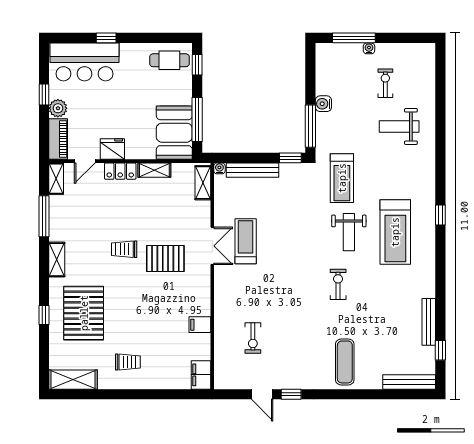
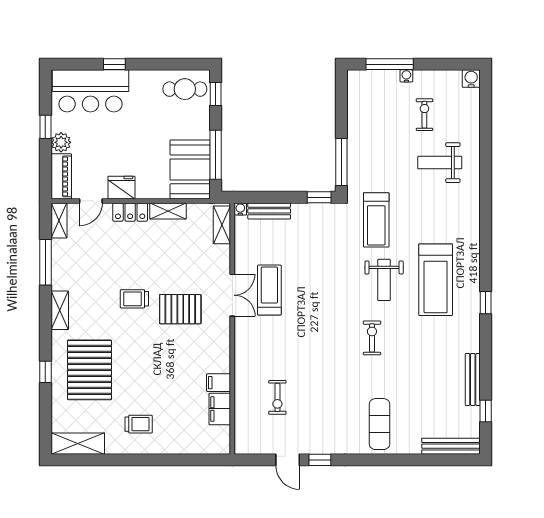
water cooler: (323, 104) -> (471, 79), moved, turned 90
bench: (252, 170) -> (269, 211), width x0.73
window: (440, 215) -> (486, 303), moved
filing cabinet: (201, 375) -> (220, 409), moved

